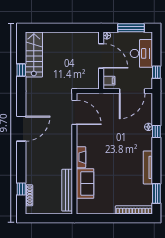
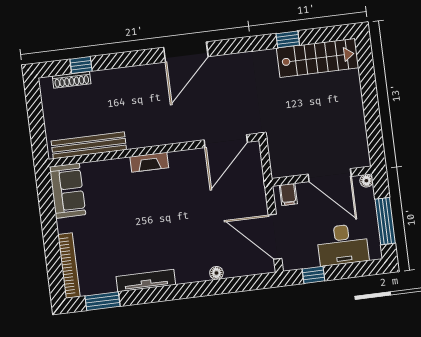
door: (101, 56) -> (330, 175), hinge flipped
door: (21, 129) -> (186, 52), hinge flipped
window: (156, 131) -> (210, 288), removed
sofa: (85, 183) -> (67, 191), moved, turned -90

